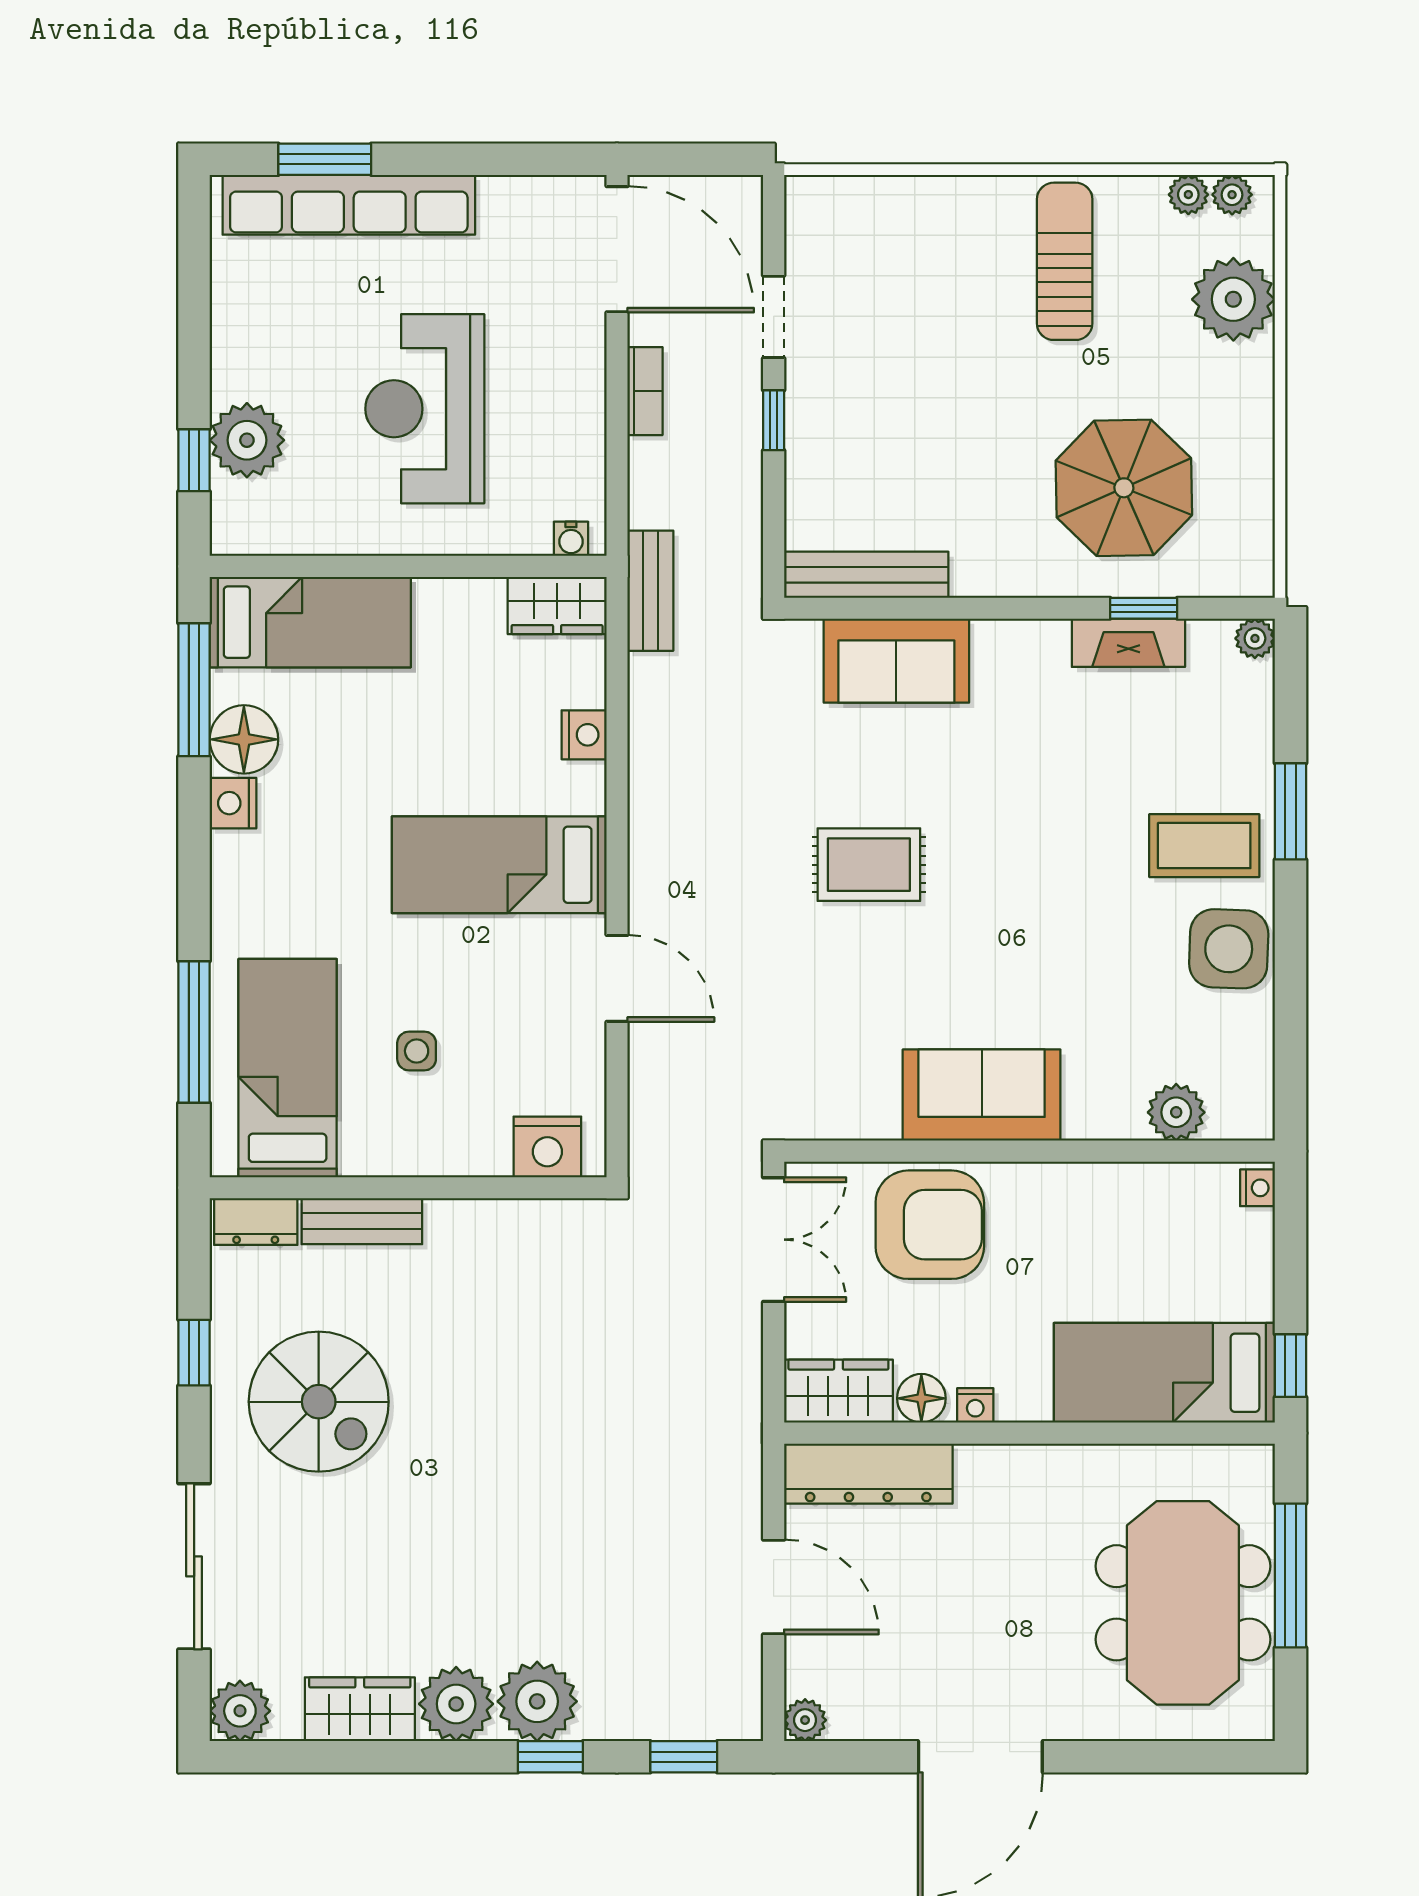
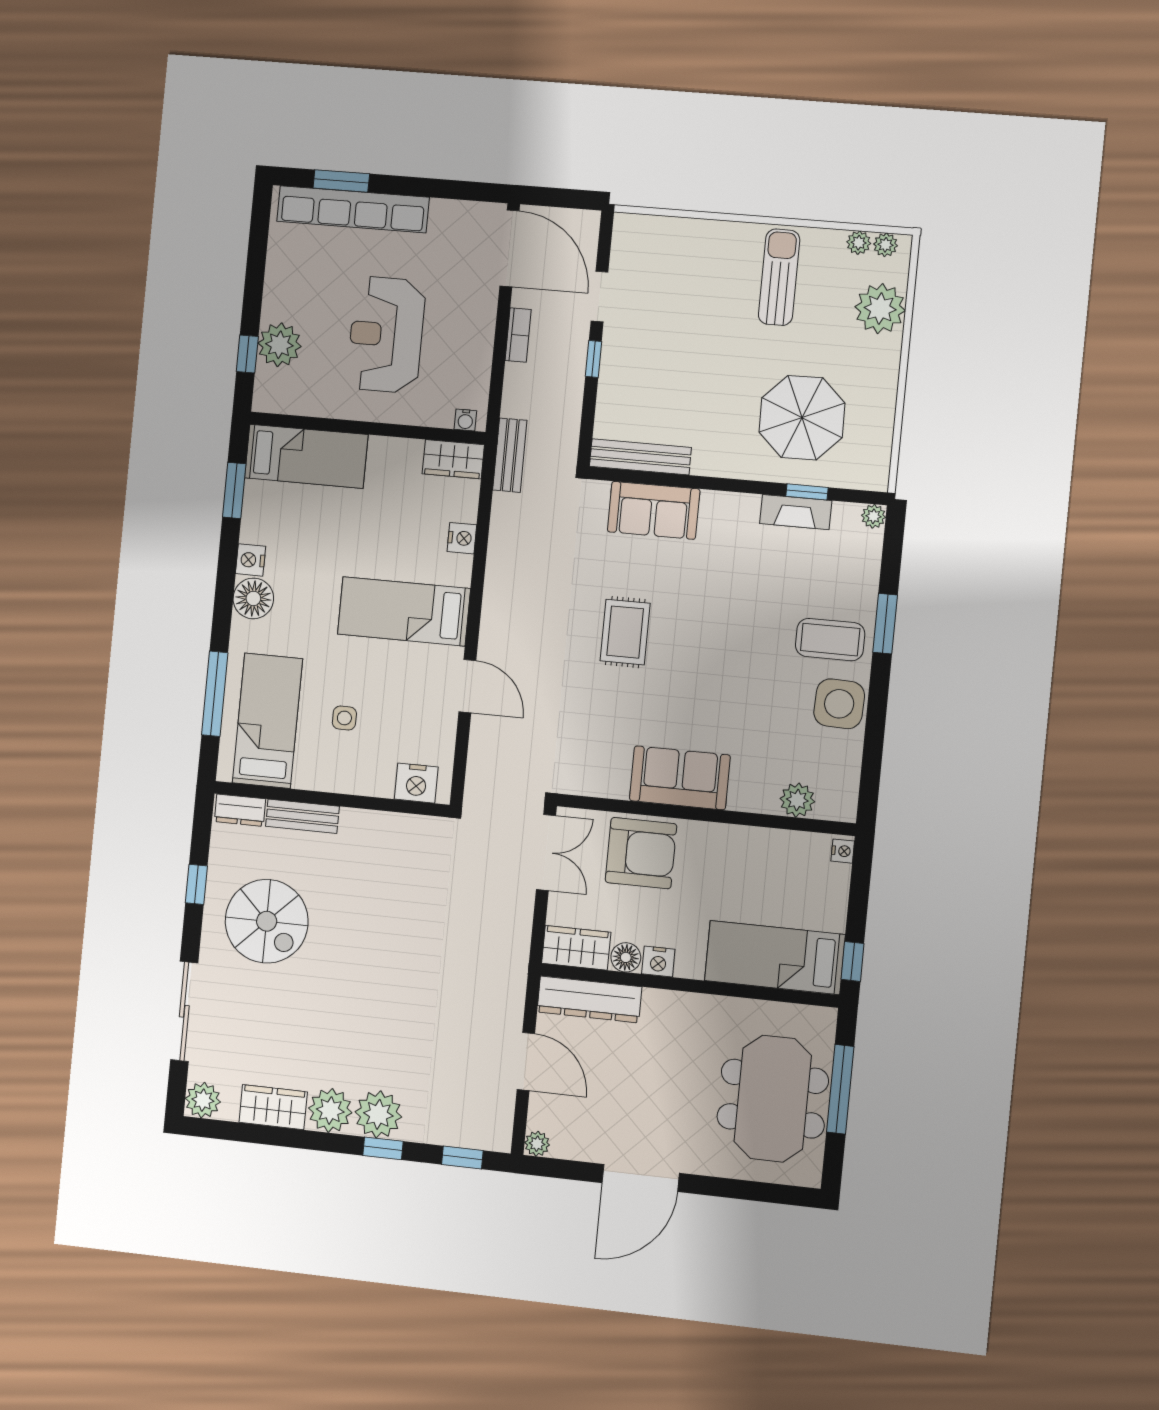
window: (194, 690) -> (234, 490), width x0.69
floor lamp: (244, 739) -> (253, 598), moved
rug: (869, 865) -> (625, 632), turned 90
nightstand: (975, 1405) -> (658, 962), width x1.39, depth x1.35

